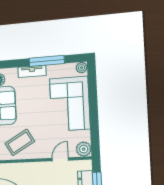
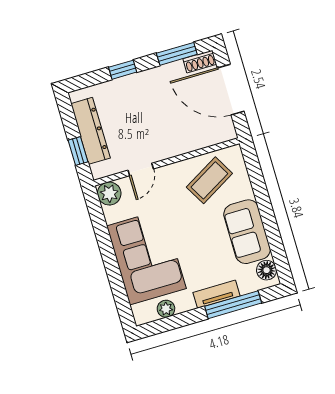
window: (47, 61) -> (233, 305), moved
plant: (82, 68) -> (166, 309), moved

